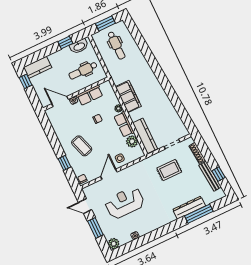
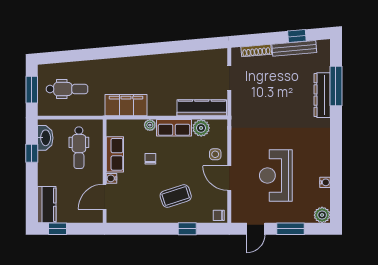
filing cabinet: (128, 97) -> (126, 105), moved
rug: (169, 170) -> (261, 97), removed

